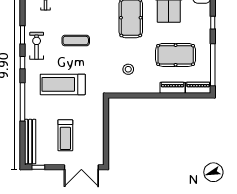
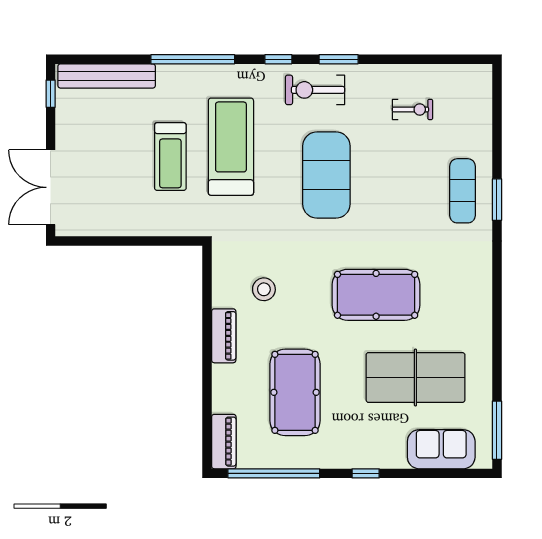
exercise mat: (76, 41) -> (326, 175), width x2.00, depth x1.45
exercise bike: (37, 46) -> (315, 90), turned 180
piano: (172, 88) -> (224, 336), moved
treadmill: (65, 135) -> (170, 157), moved, turned -90

